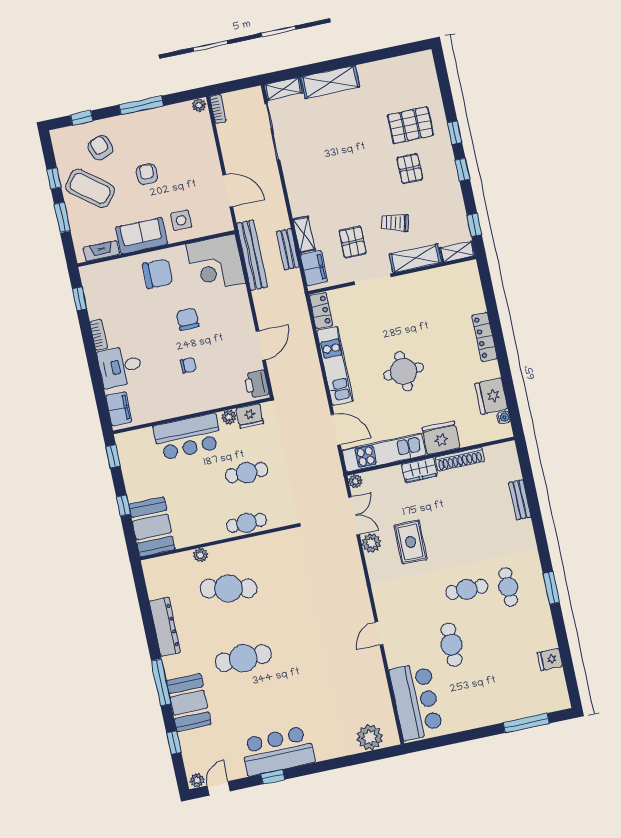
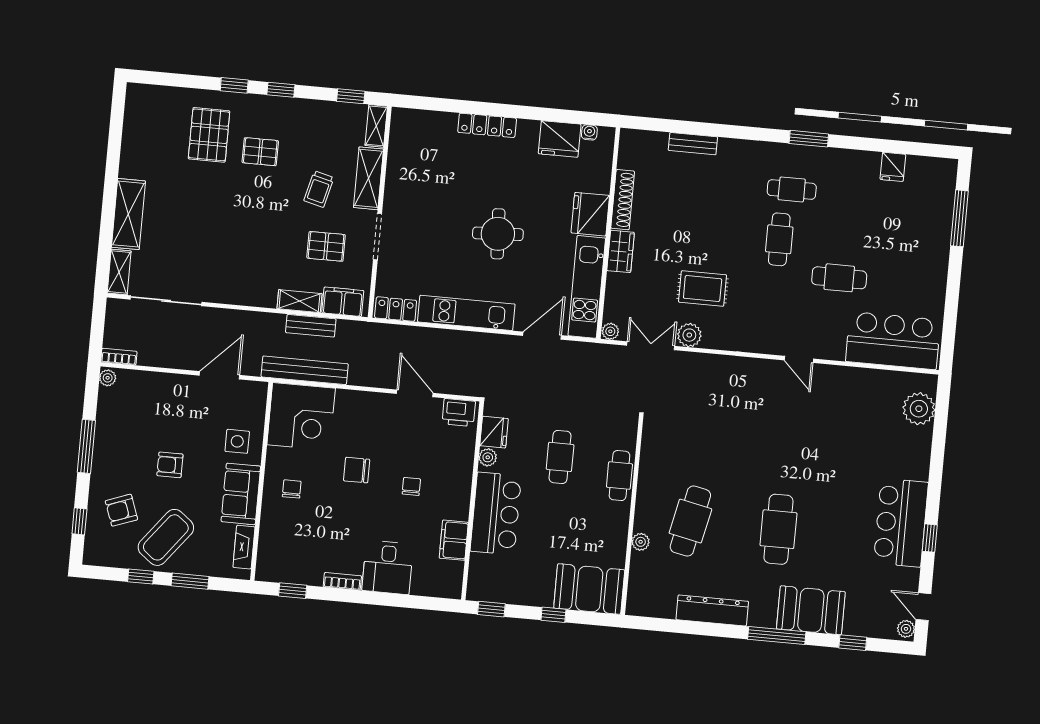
chair: (158, 274) -> (292, 489), width x0.54, depth x0.54
filing cabinet: (119, 409) -> (454, 540), moved, turned -90

